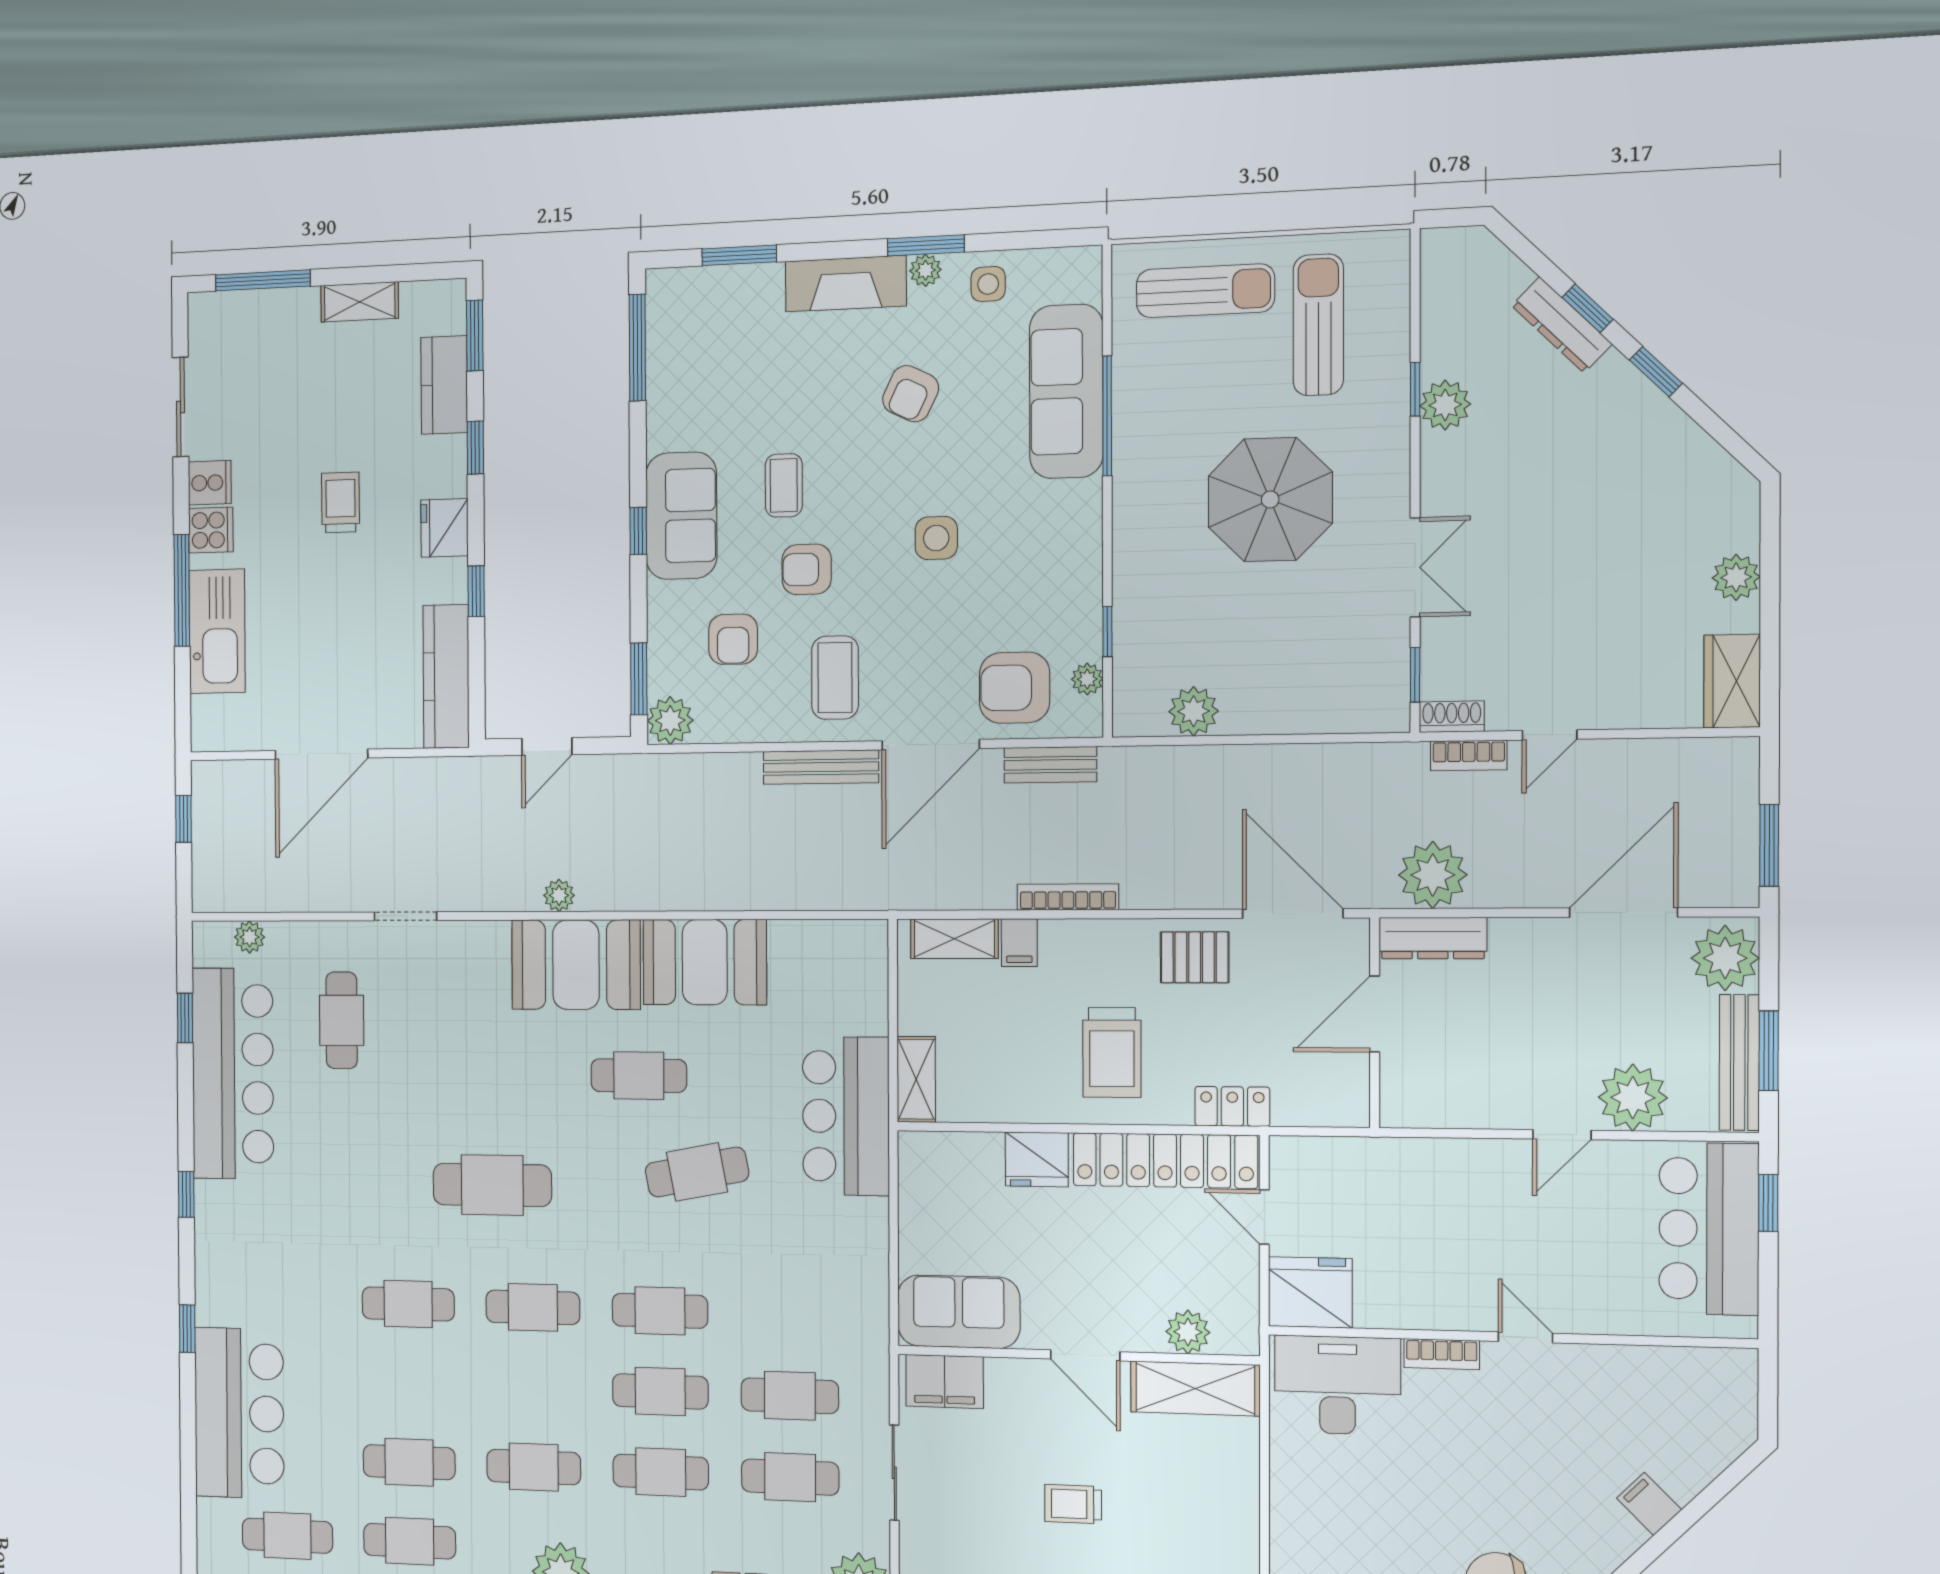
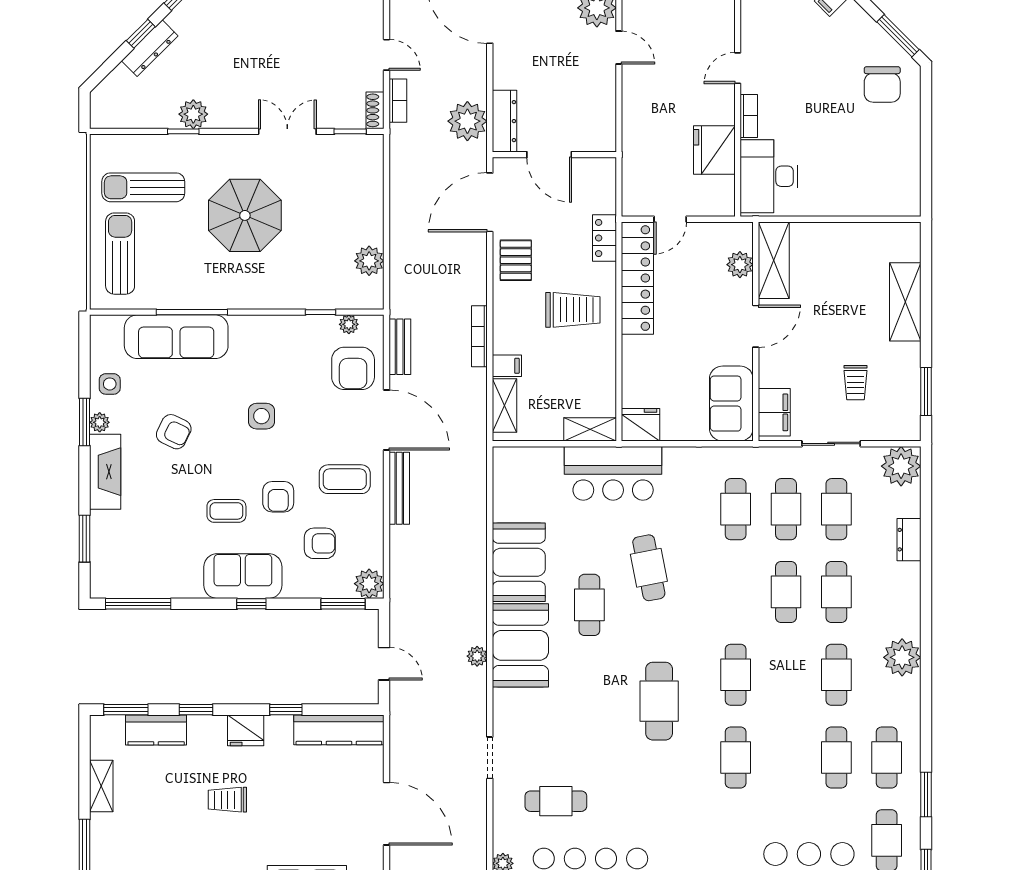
fridge: (1037, 1159) -> (641, 425), moved, turned -90
fridge: (1310, 1292) -> (714, 150), moved
cafe table: (660, 1311) -> (736, 509), moved
trolley: (1073, 1504) -> (855, 383), moved

